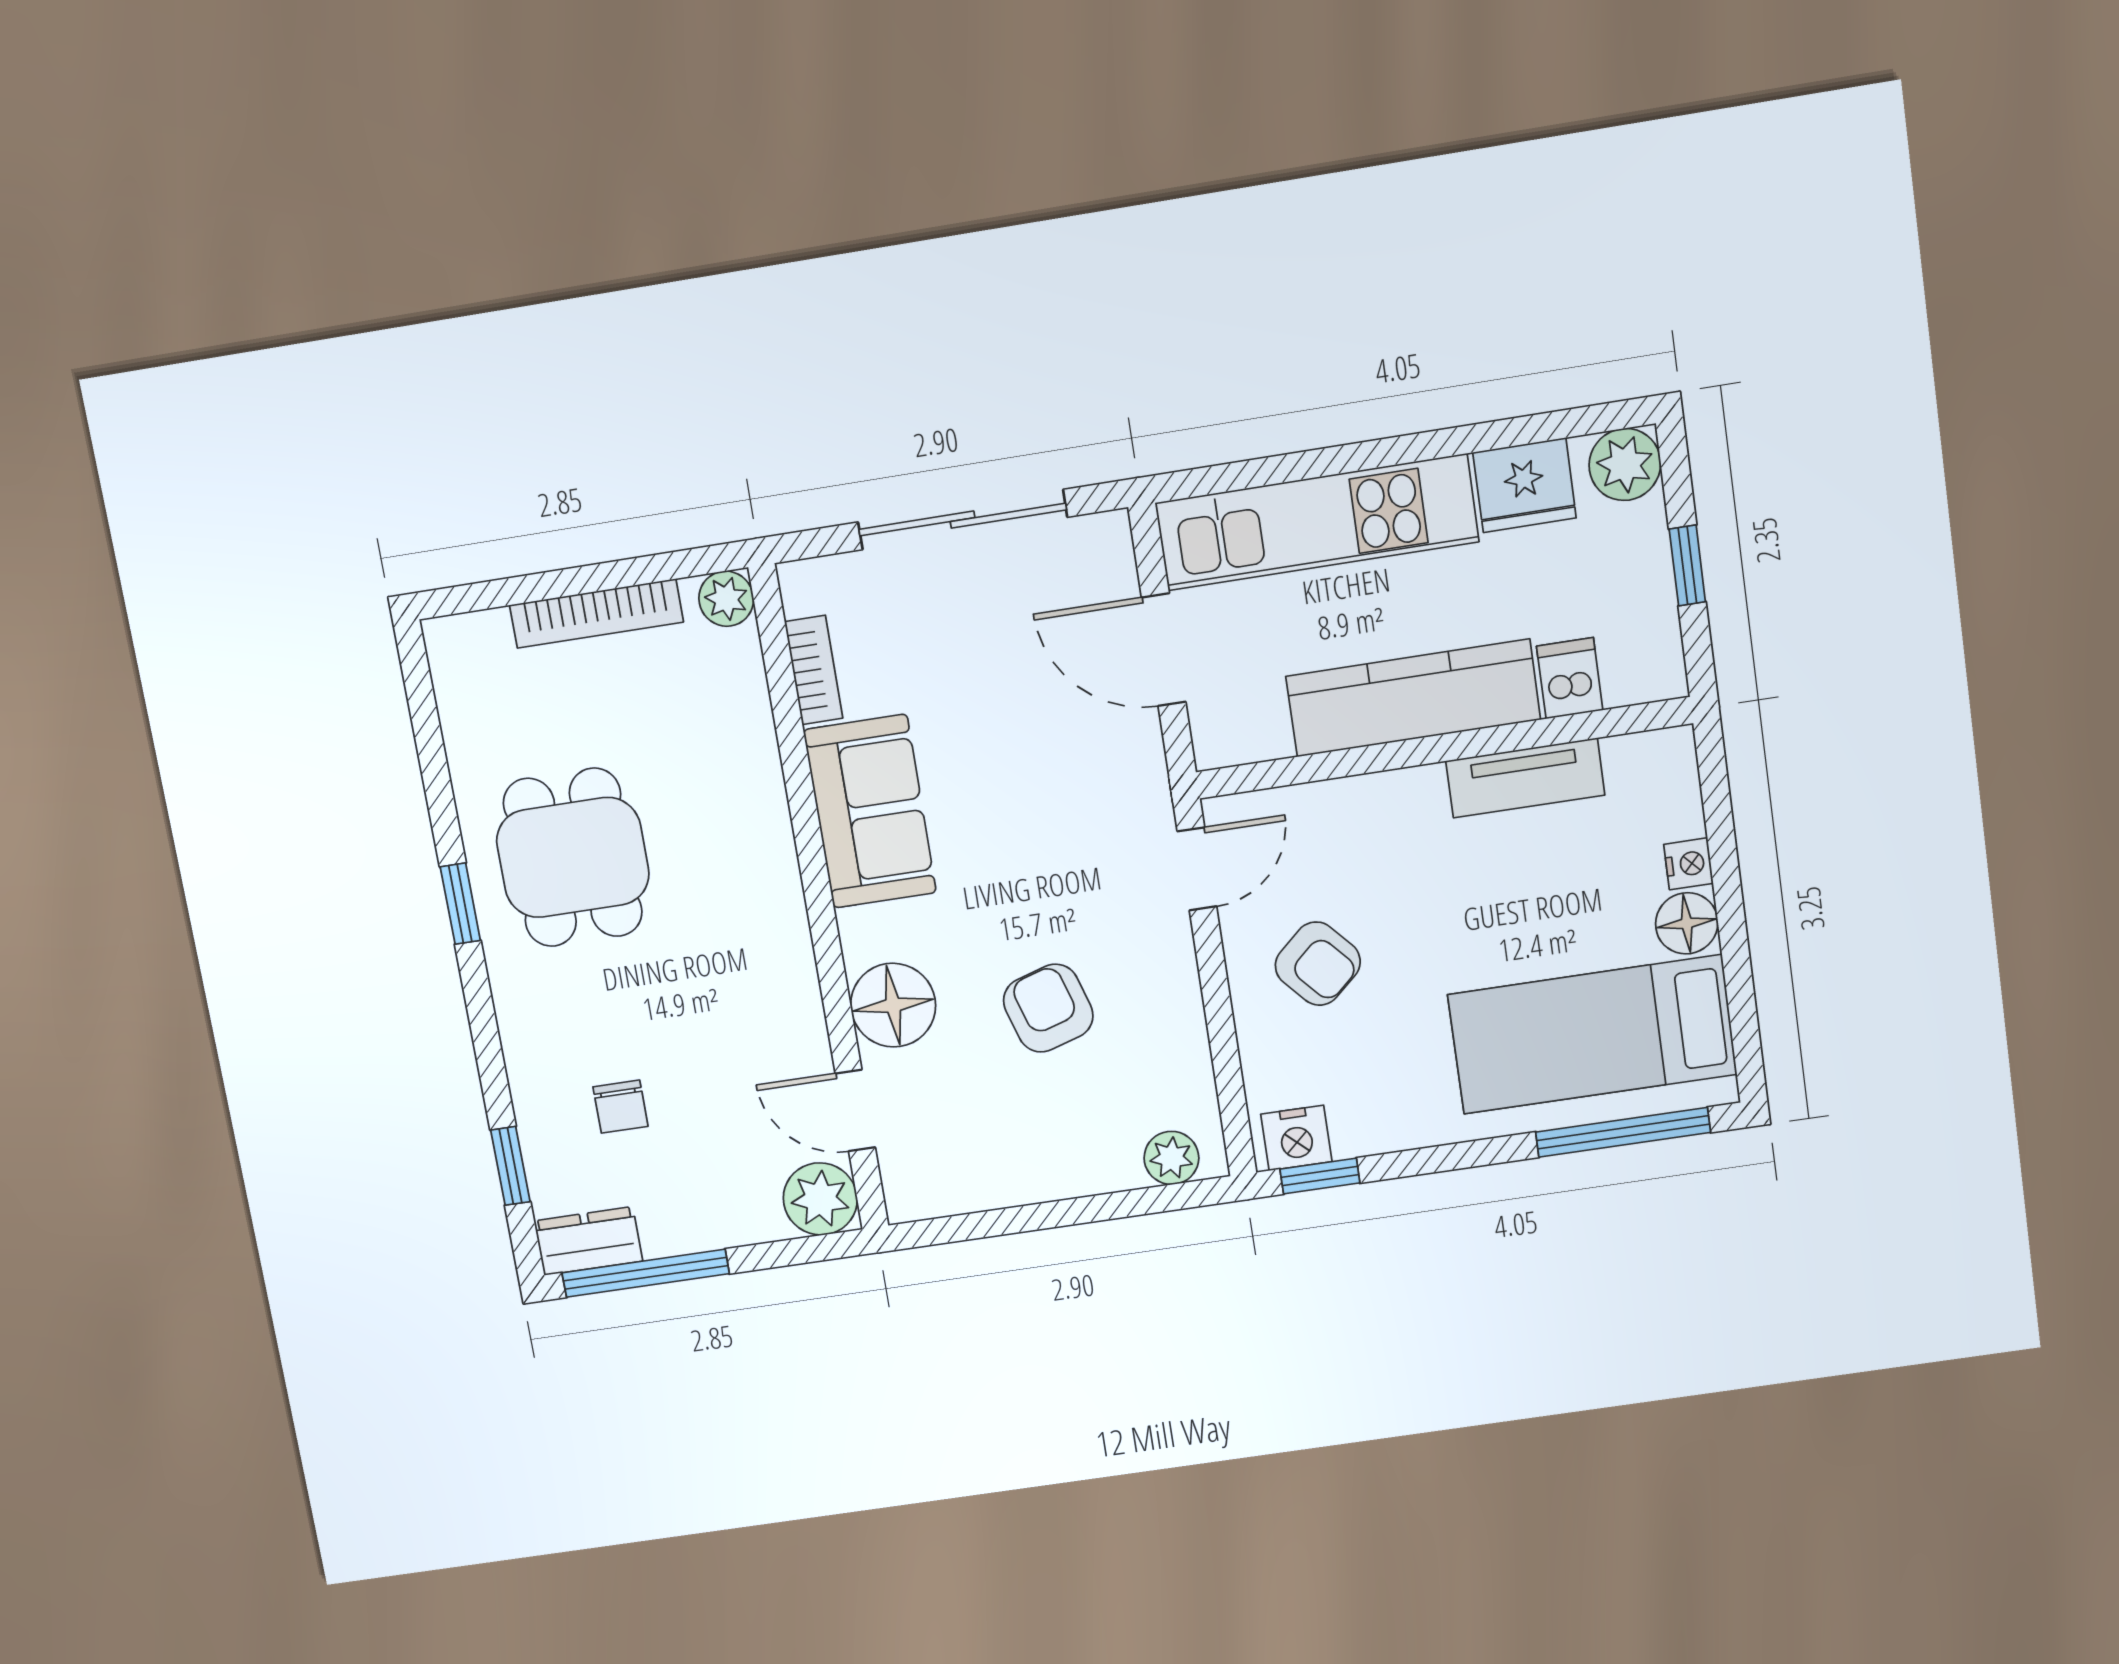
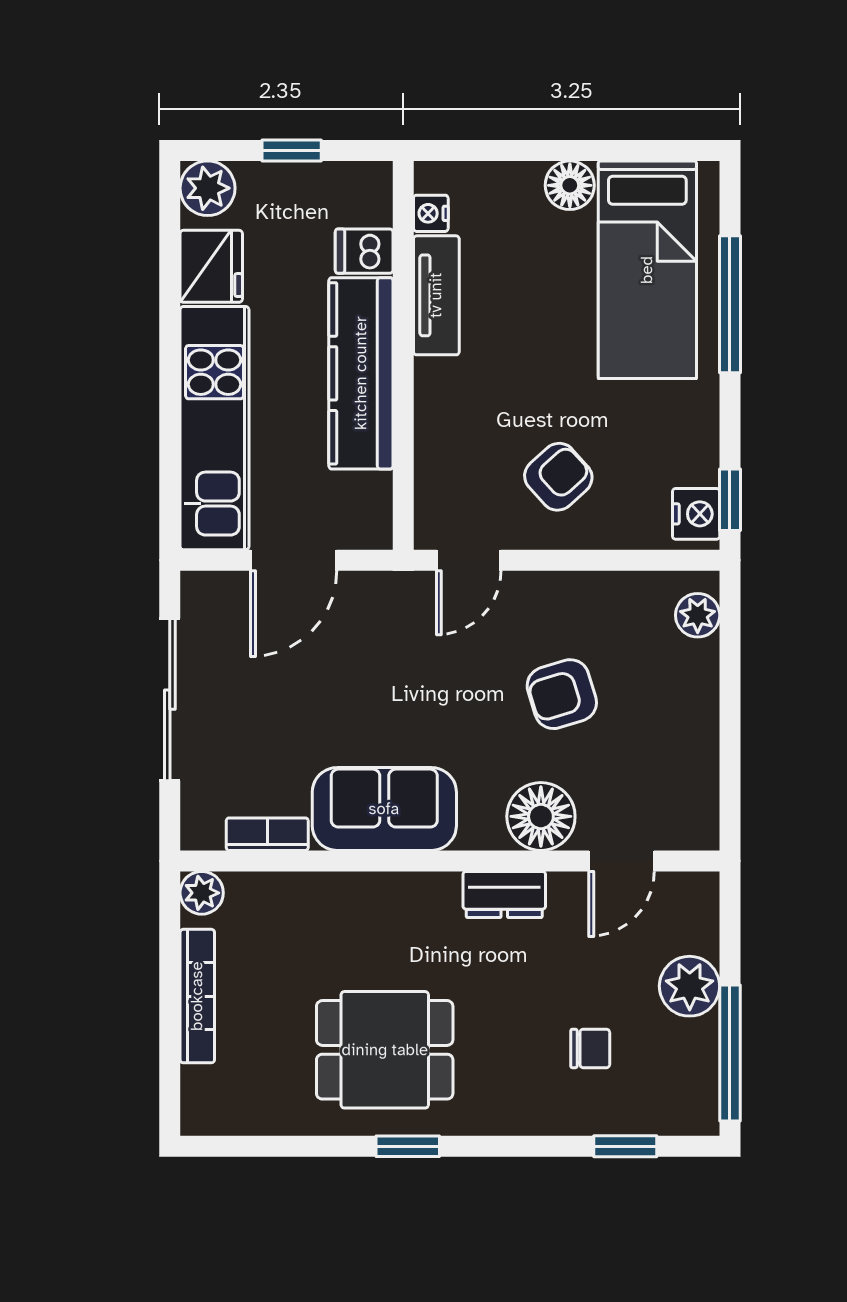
nightstand: (1689, 864) -> (431, 213), moved, turned -90
door: (1197, 869) -> (469, 560), swing flipped
window: (1623, 1132) -> (730, 304), moved
plant: (820, 1199) -> (690, 986), moved
dresser: (588, 1241) -> (504, 894), moved, turned -90

